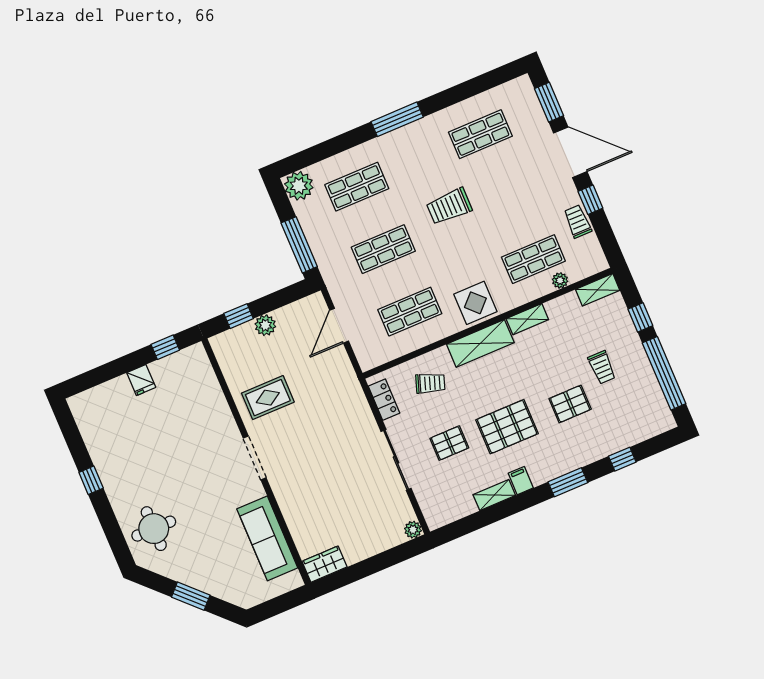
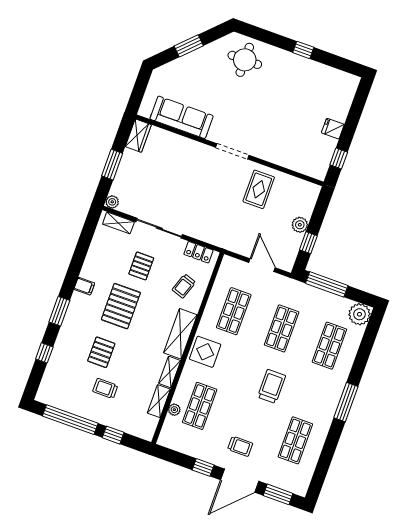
trolley: (578, 221) -> (240, 446), moved
shelving: (598, 290) -> (159, 401), moved
window: (239, 316) -> (308, 243), moved
shelving: (494, 495) -> (118, 223), moved, turned 90
window: (377, 563) -> (112, 165), added

